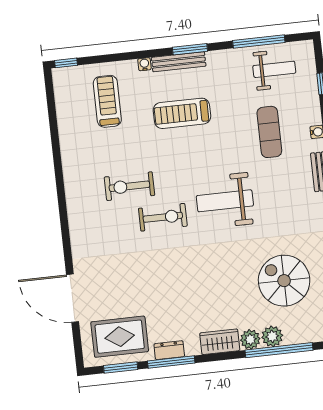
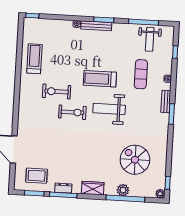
weight bench: (274, 69) -> (150, 39), turned 90
treadmill: (107, 101) -> (34, 59), moved
treadmill: (182, 113) -> (100, 79), moved
rug: (120, 337) -> (37, 176), width x0.73, depth x0.70
plant: (250, 339) -> (110, 190), removed

